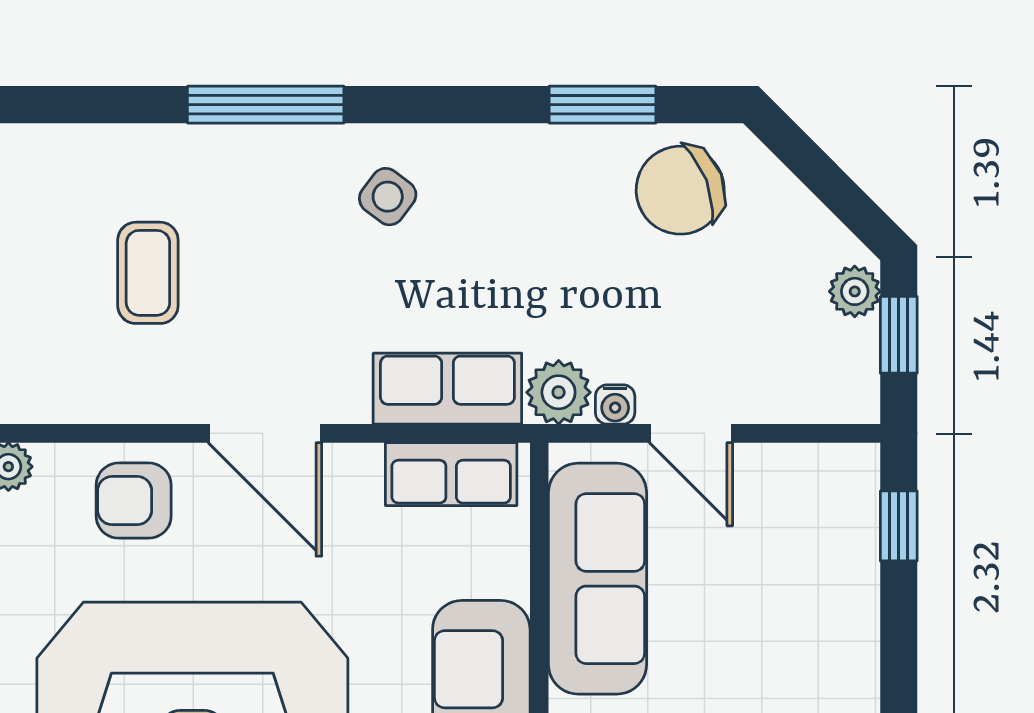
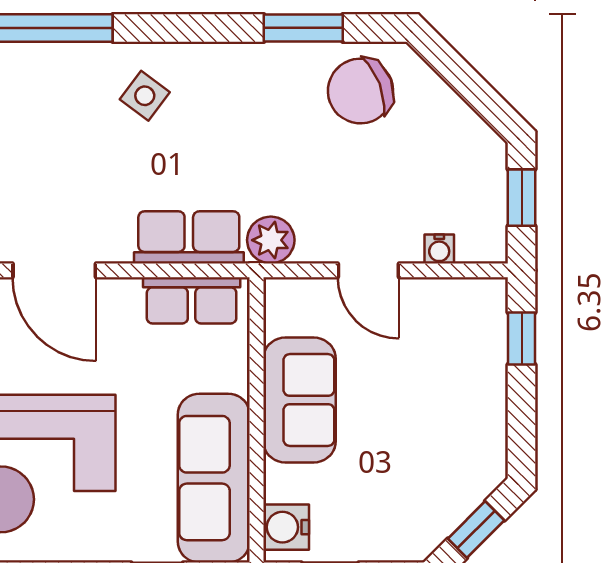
plant: (855, 291) -> (489, 166), removed
water cooler: (615, 404) -> (439, 249), moved
sofa: (597, 579) -> (299, 400), width x0.73

